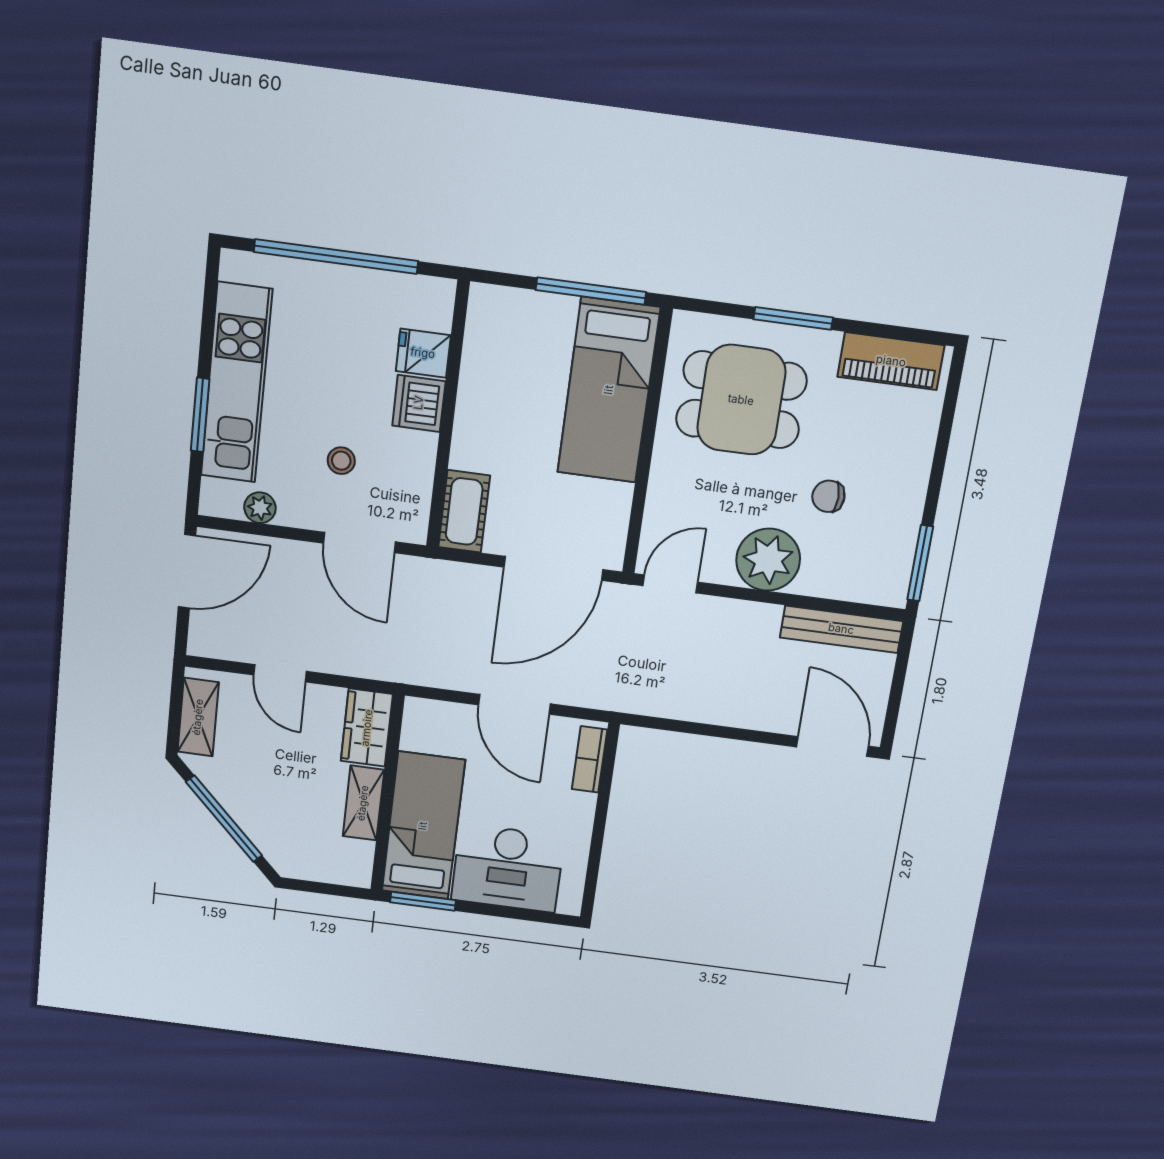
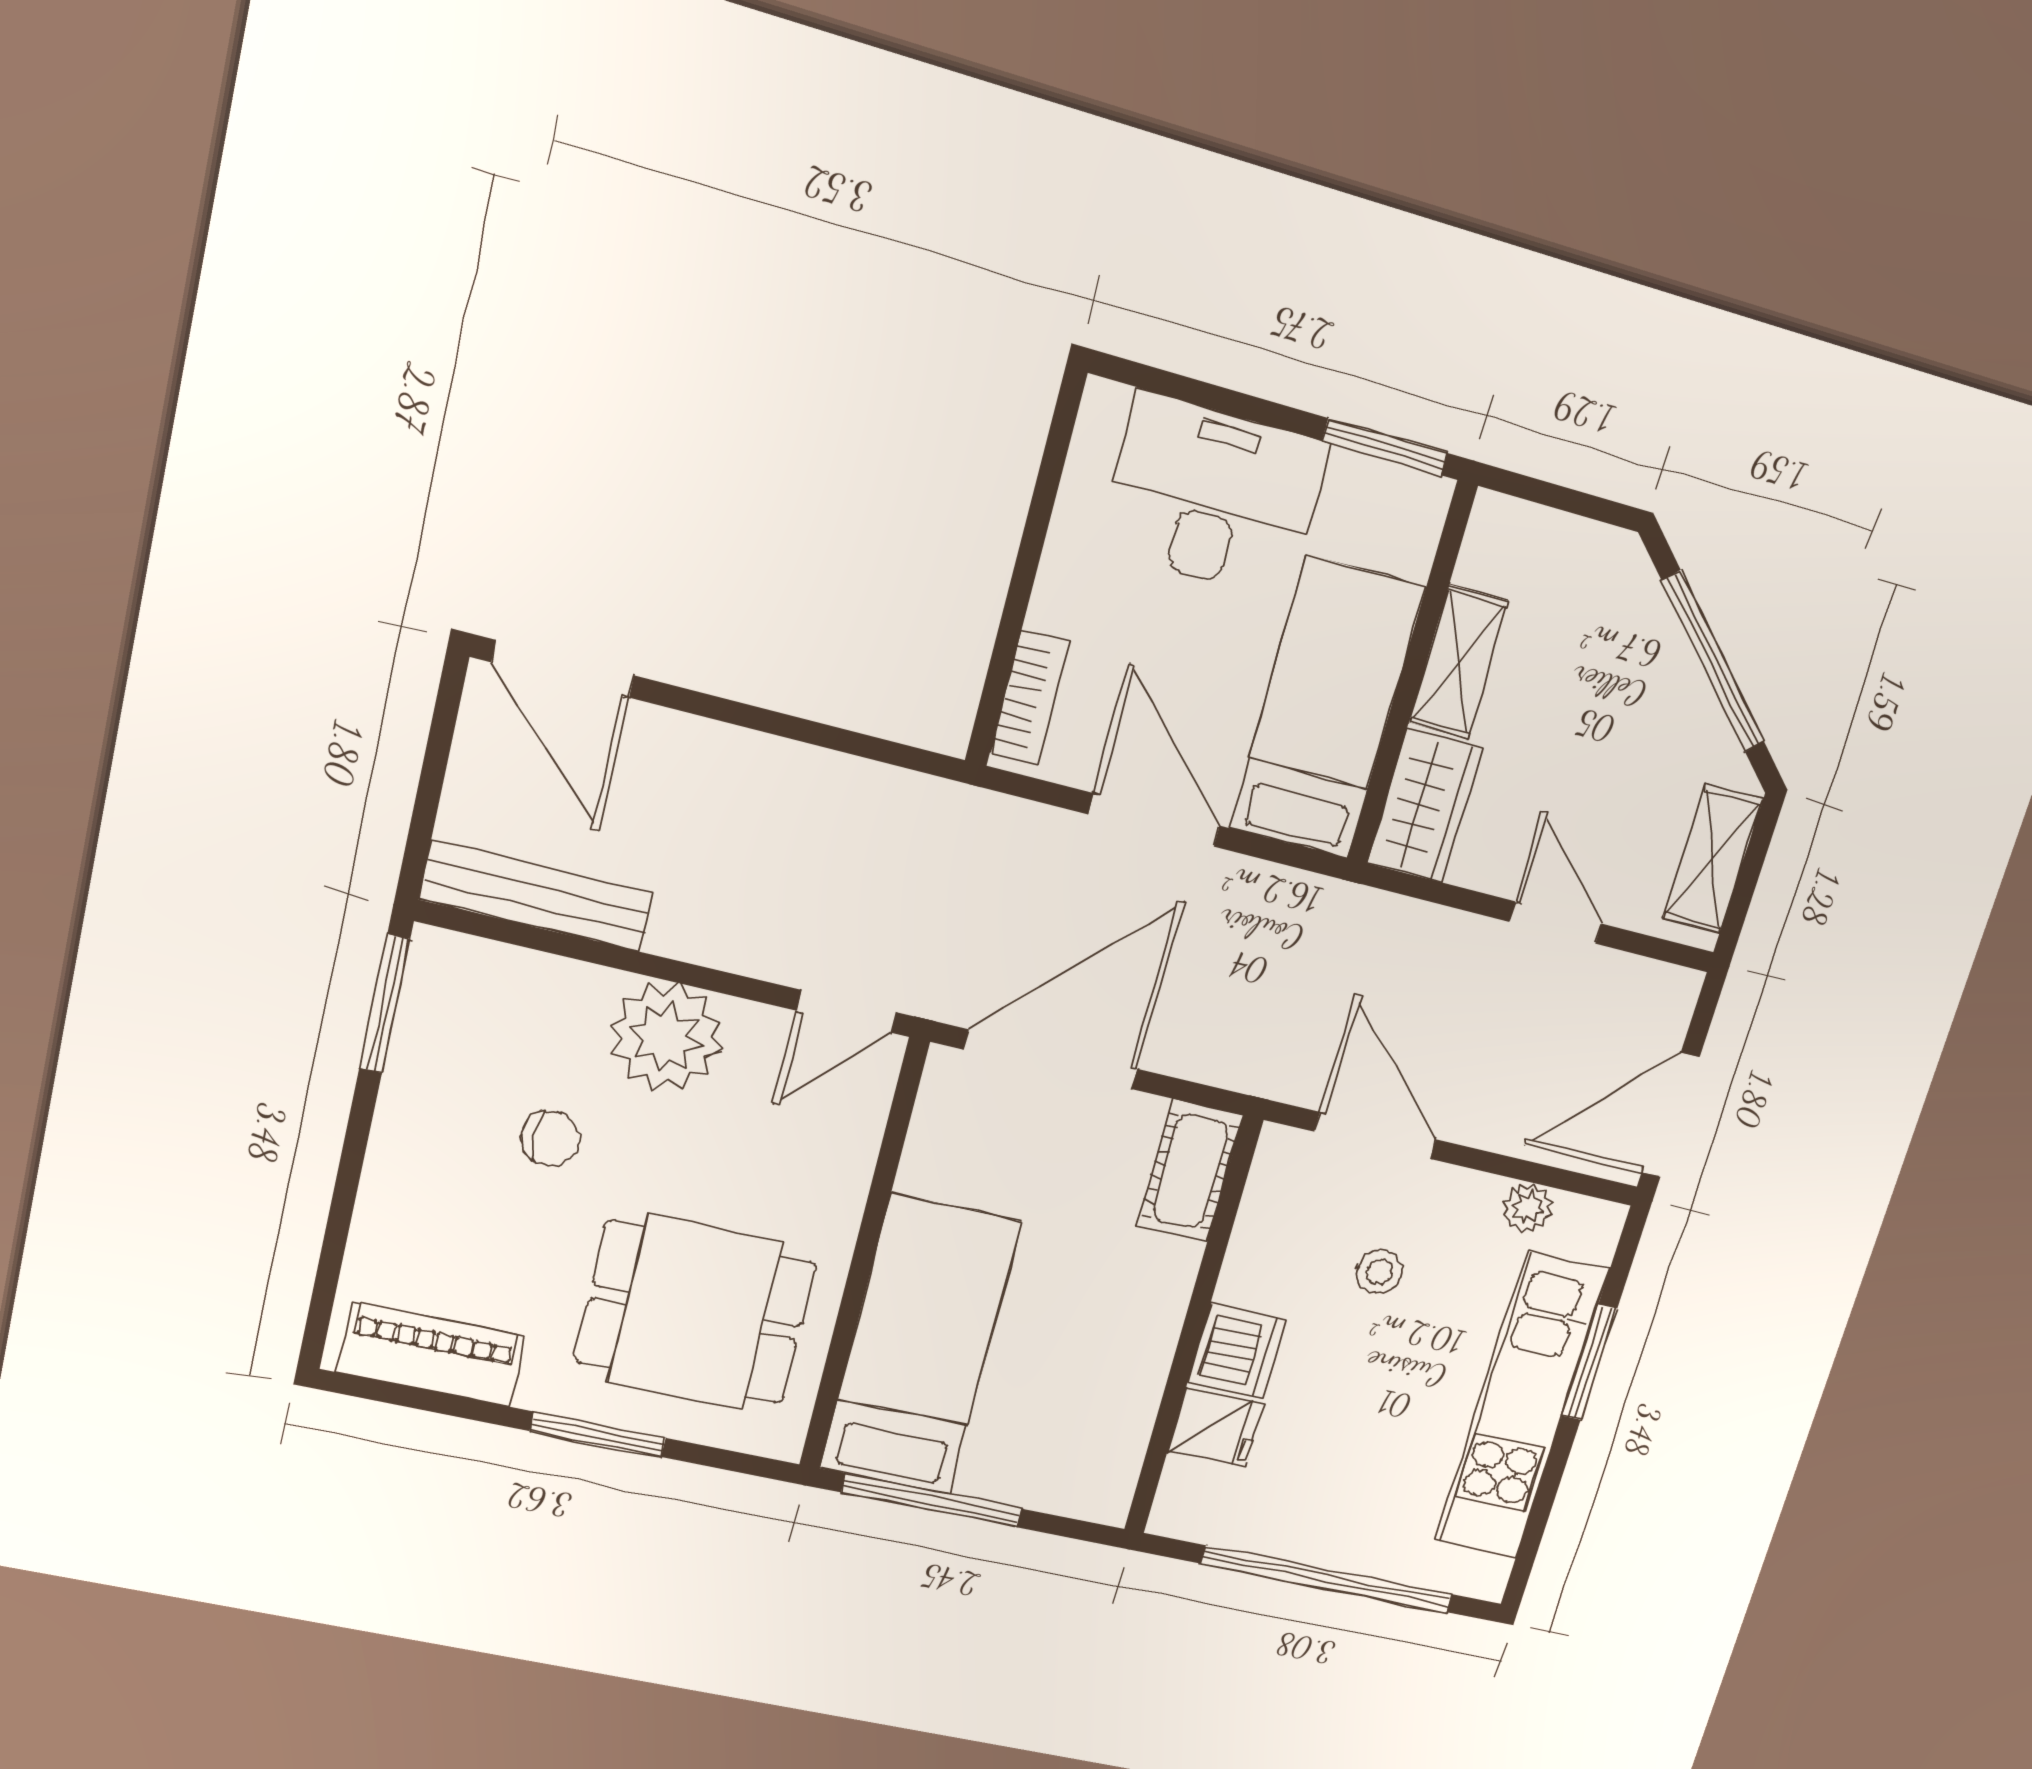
bed: (423, 826) -> (1327, 709), moved, turned 180

